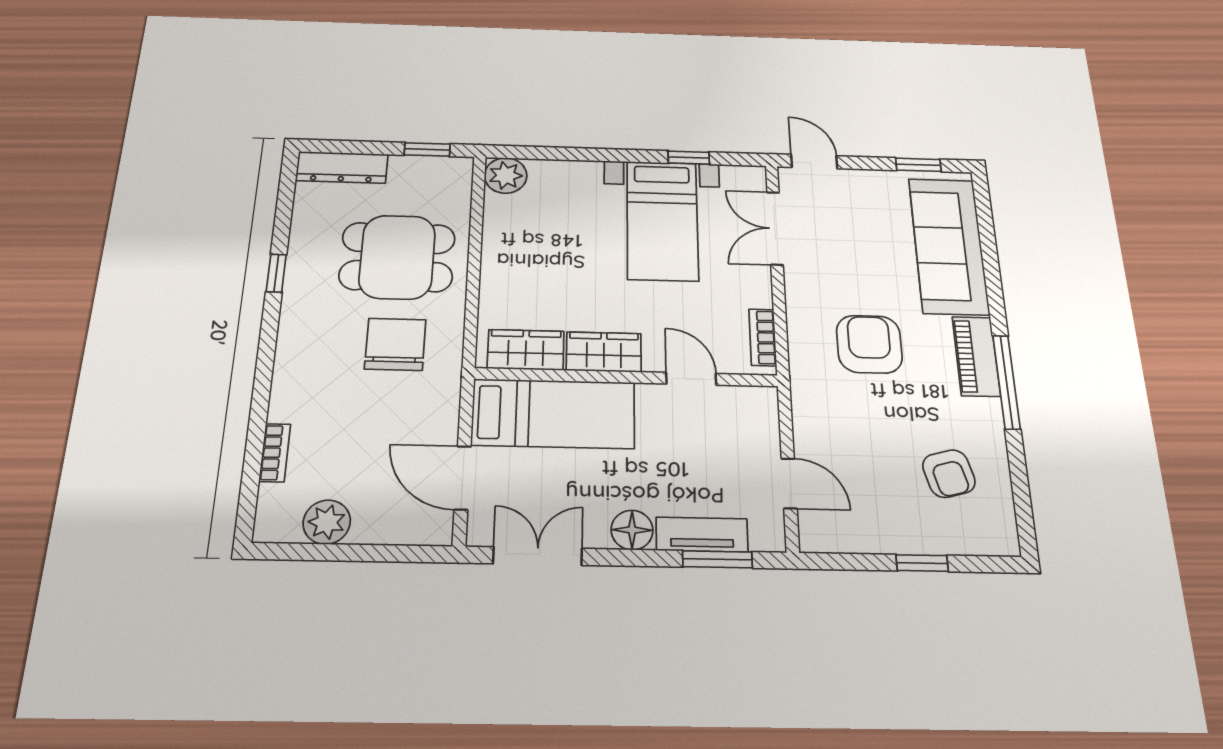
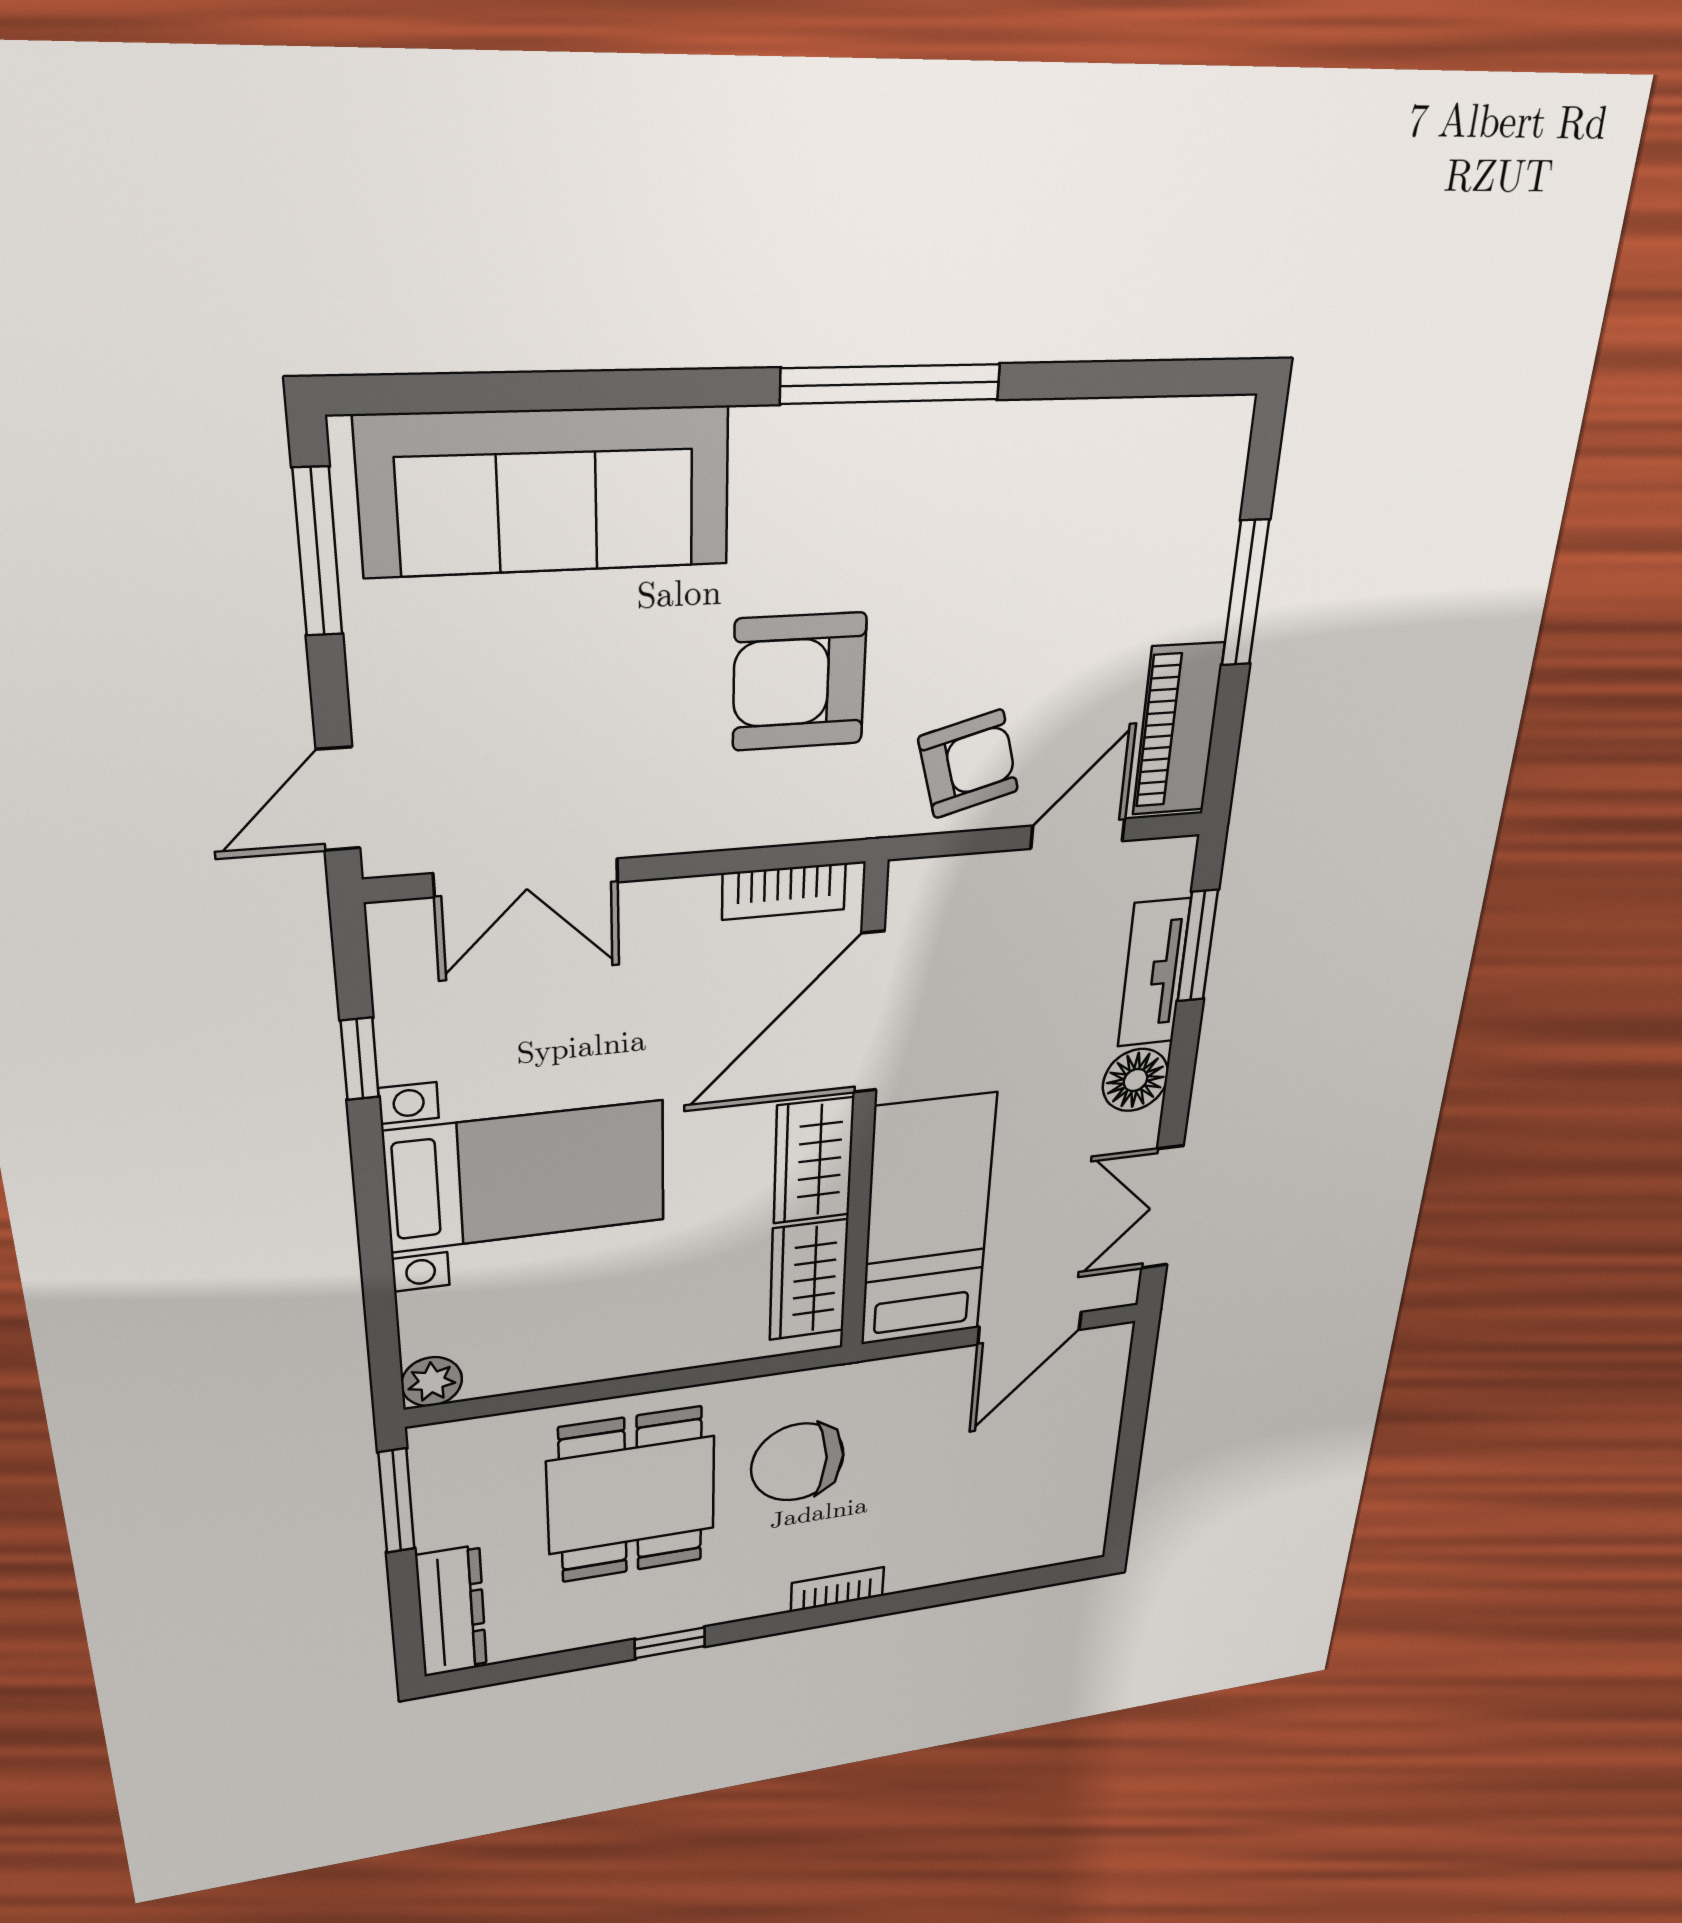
window: (427, 149) -> (396, 1501), width x1.50
window: (918, 165) -> (318, 552), width x1.50
plant: (506, 175) -> (432, 1382), width x0.73, depth x0.73
bed with nightstands: (662, 220) -> (527, 1176), moved
piano: (976, 356) -> (1178, 730), moved, turned 90
door: (691, 379) -> (869, 1013), width x1.88
bookcase: (275, 453) -> (837, 1590), moved
armchair: (949, 474) -> (968, 764), moved
plant: (327, 522) -> (1083, 1480), removed
window: (922, 563) -> (1245, 593), width x1.50

